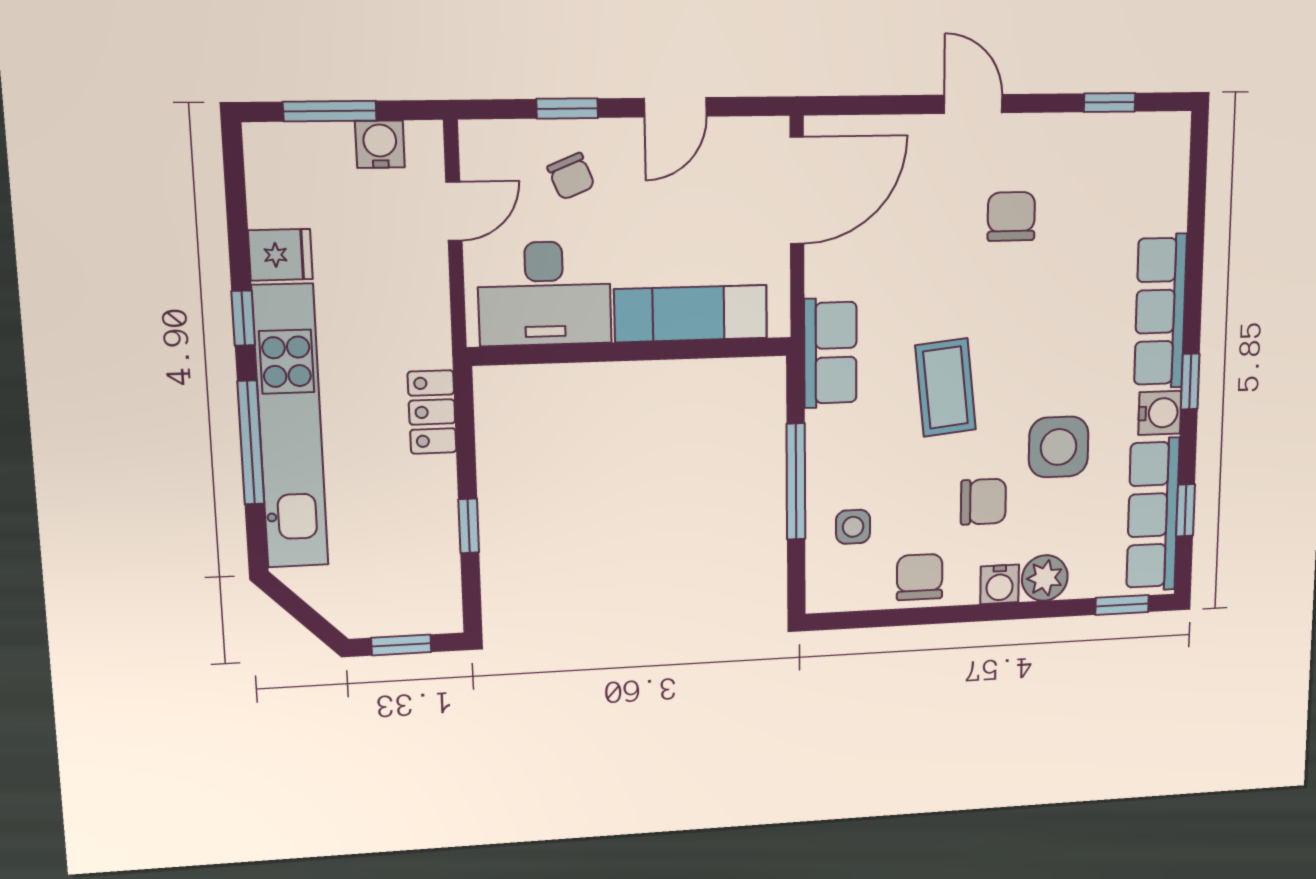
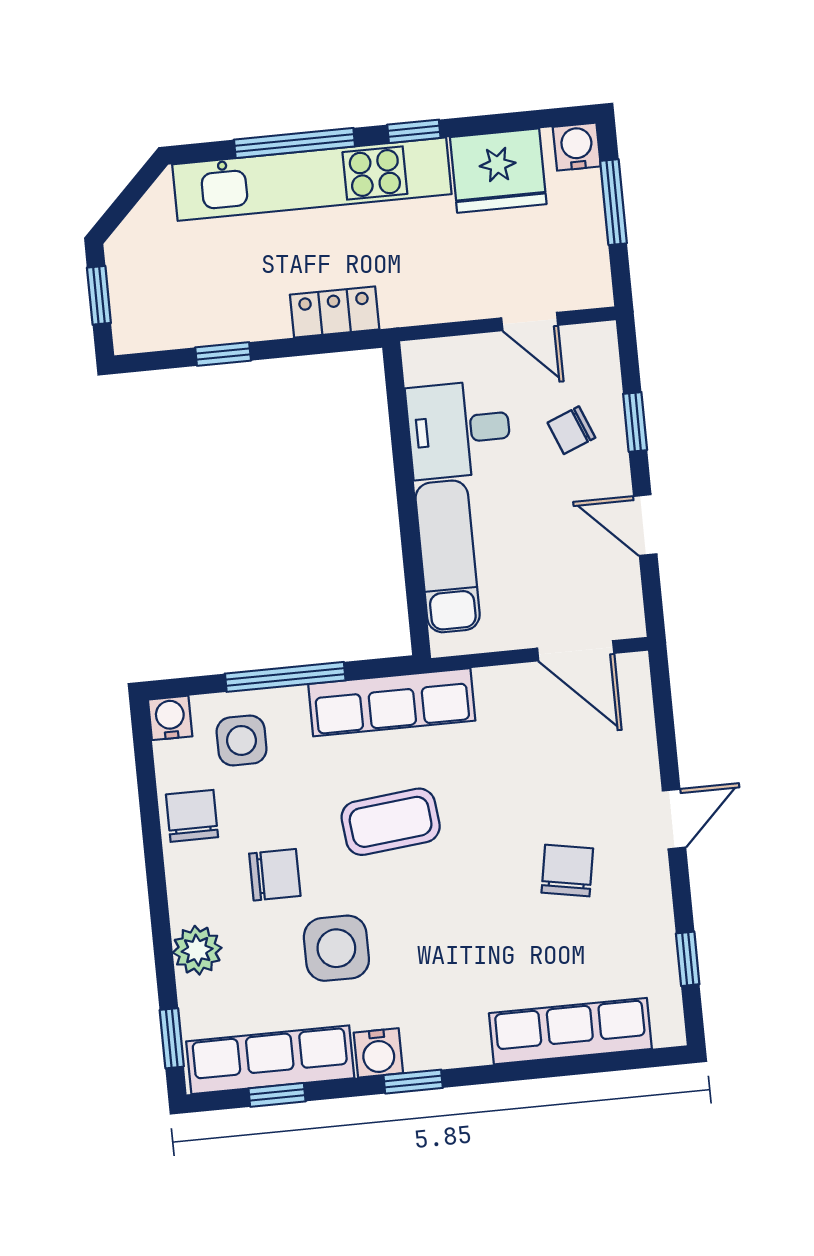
water cooler: (380, 144) -> (577, 147), moved, turned -90
door: (797, 190) -> (576, 651), width x0.73
chair: (1011, 216) -> (567, 871), turned -80
fridge: (280, 255) -> (498, 171), width x1.88, depth x1.34
desk: (544, 294) -> (459, 430), width x0.73
row of seats: (1160, 311) -> (570, 1031), moved
row of seats: (830, 353) -> (392, 702), width x1.48
chair: (983, 502) -> (275, 875), turned -90
side table: (853, 527) -> (242, 740), width x1.37, depth x1.37
chair: (920, 577) -> (192, 816), turned -90
water cooler: (1000, 584) -> (170, 718), moved, turned 90

